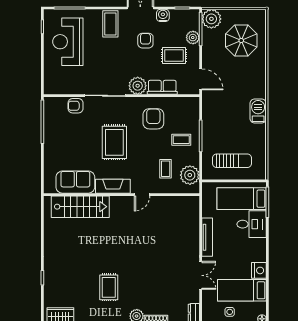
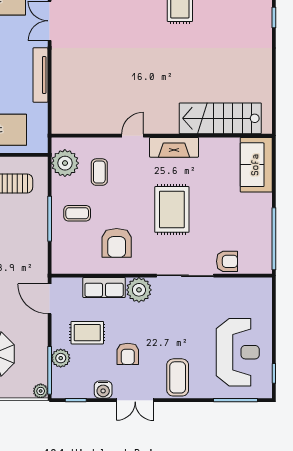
plant: (211, 19) -> (41, 391), width x0.53, depth x0.53
sofa: (75, 182) -> (256, 165), moved, turned 90

